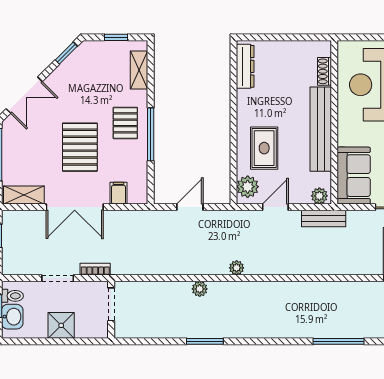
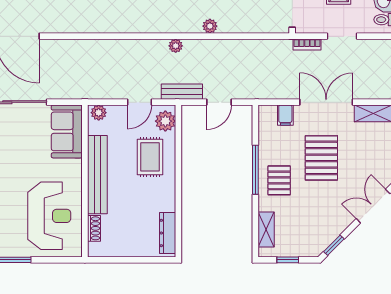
bench: (324, 218) -> (182, 92), moved

